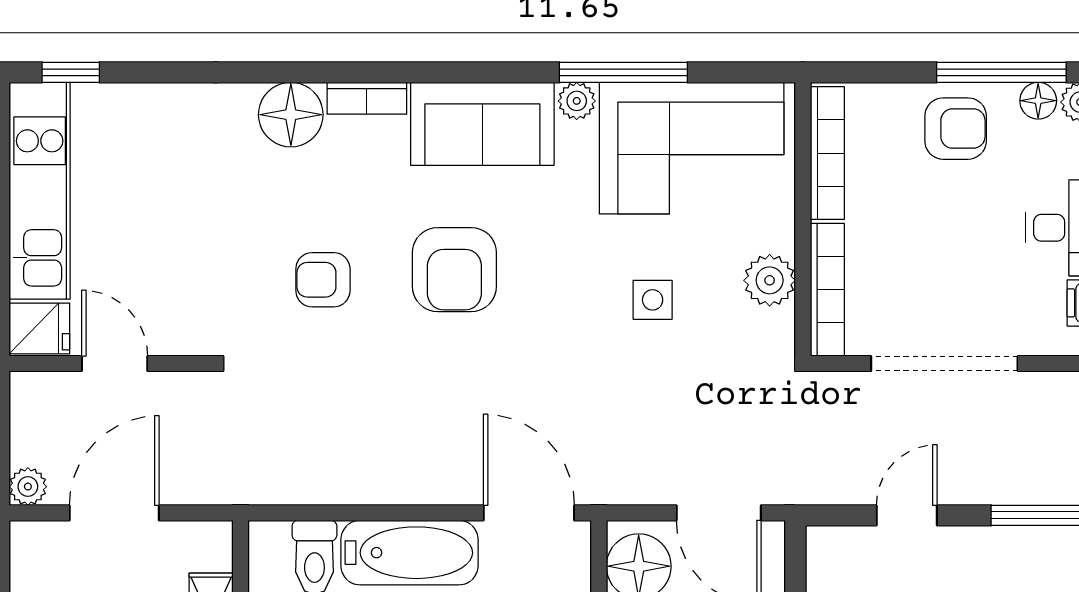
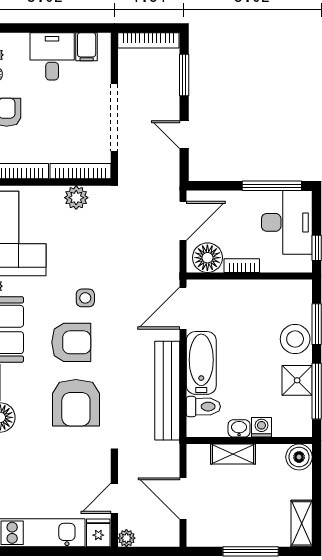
armchair: (323, 280) -> (76, 403), width x1.88, depth x1.88
side table: (653, 300) -> (85, 298), moved
bench: (349, 478) -> (167, 391), added
plant: (28, 487) -> (126, 538), moved

